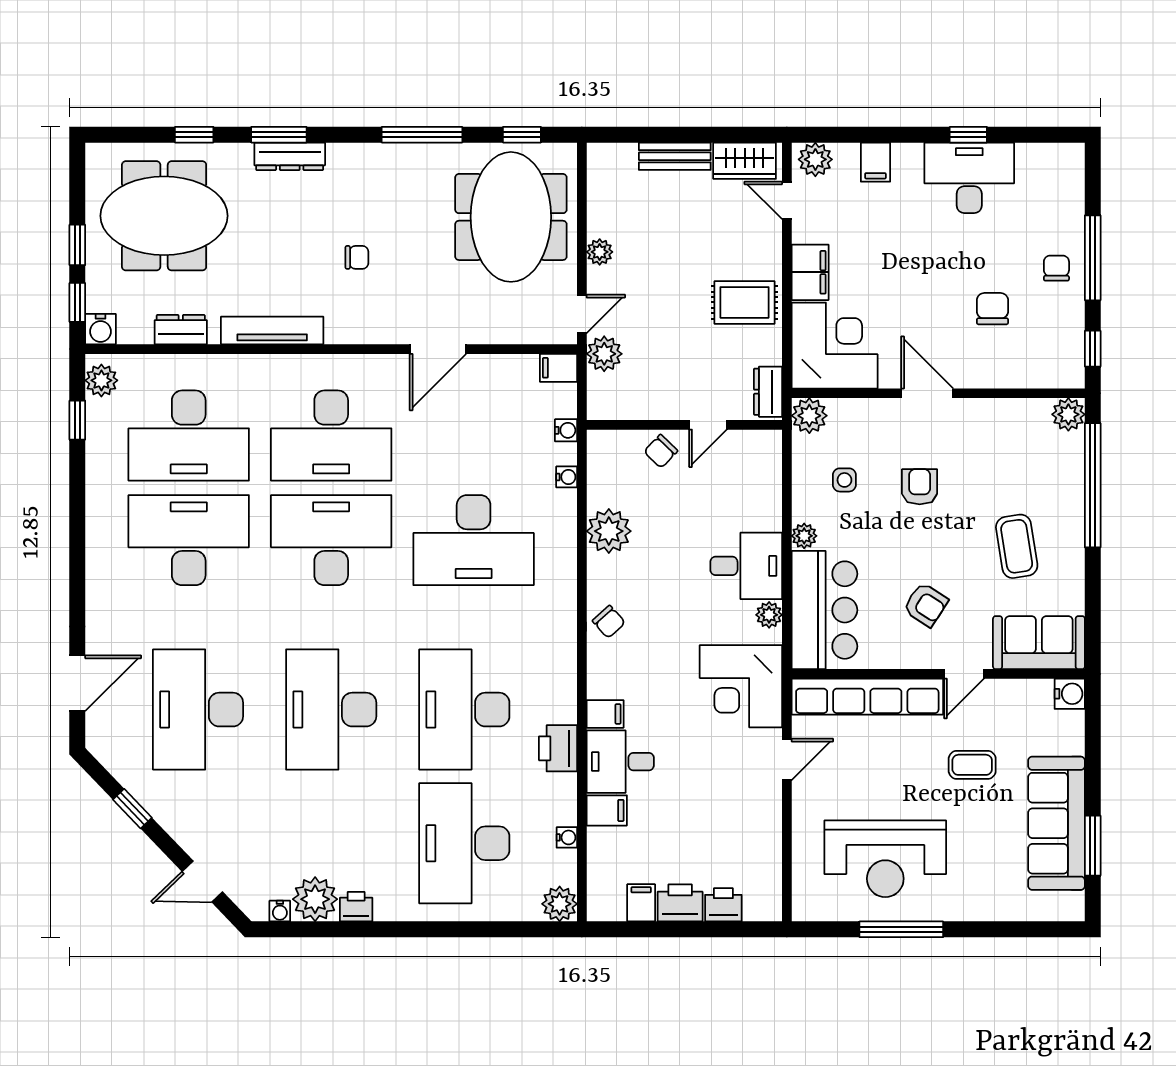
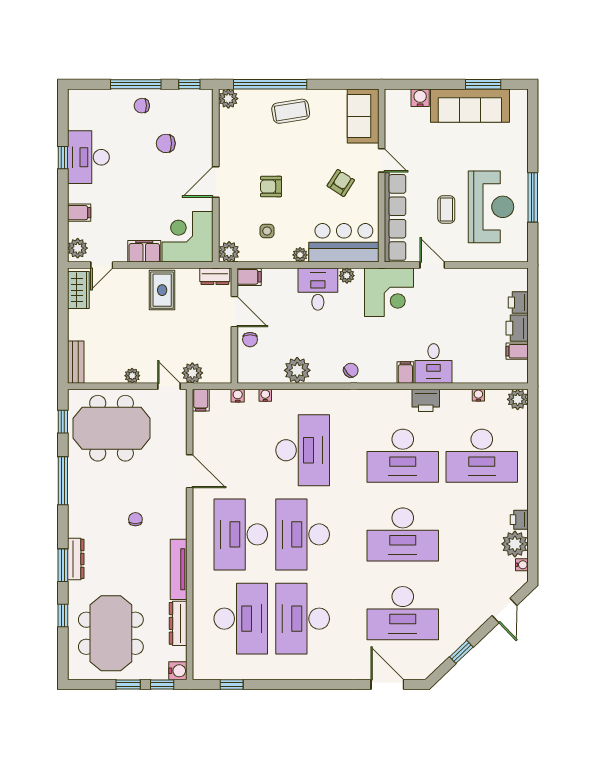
bench: (675, 156) -> (76, 362), moved
dresser: (181, 330) -> (178, 623), width x1.44
plant: (101, 380) -> (208, 670), removed
door: (708, 425) -> (234, 312), width x1.38
desk: (331, 436) -> (241, 534), turned 180
chair: (661, 451) -> (250, 340), turned 46
coffee table: (1017, 546) -> (291, 111), moved
water cooler: (1070, 694) -> (420, 98), moved
coffee table: (972, 765) -> (446, 210), moved
filing cabinet: (607, 810) -> (249, 277), moved, turned 90

